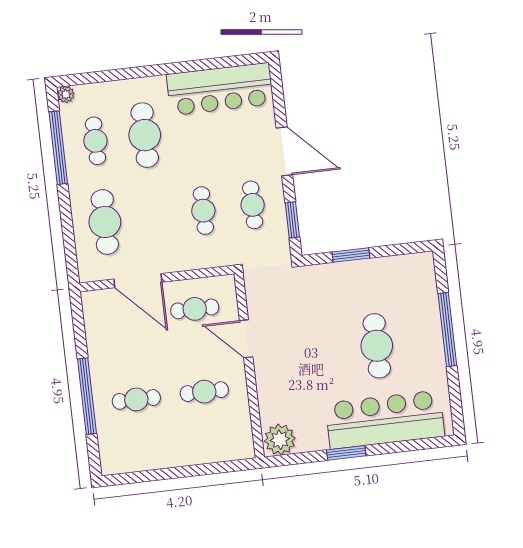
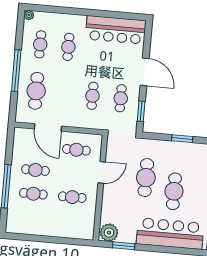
cafe table: (145, 135) -> (68, 47), width x0.73, depth x0.74
window: (58, 148) -> (16, 71), moved
window: (351, 255) -> (182, 139), moved
cafe table: (324, 332) -> (146, 178), added
door: (246, 339) -> (102, 172), swing flipped
cafe table: (132, 358) -> (35, 170), added
window: (346, 453) -> (124, 246), moved

